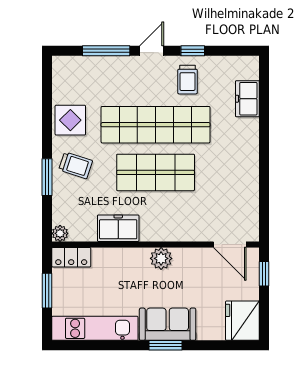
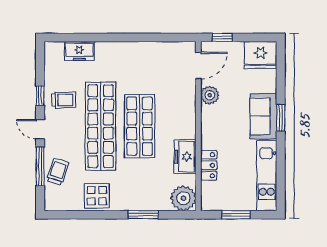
trolley: (76, 165) -> (58, 172), moved
plant: (60, 233) -> (183, 198), width x1.88, depth x1.88
locker: (71, 257) -> (209, 165), moved
plant: (161, 258) -> (210, 95), moved

